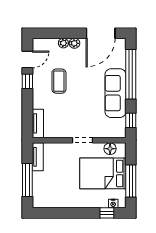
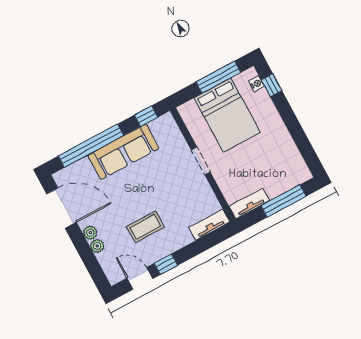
floor lamp: (110, 149) -> (193, 123), removed

